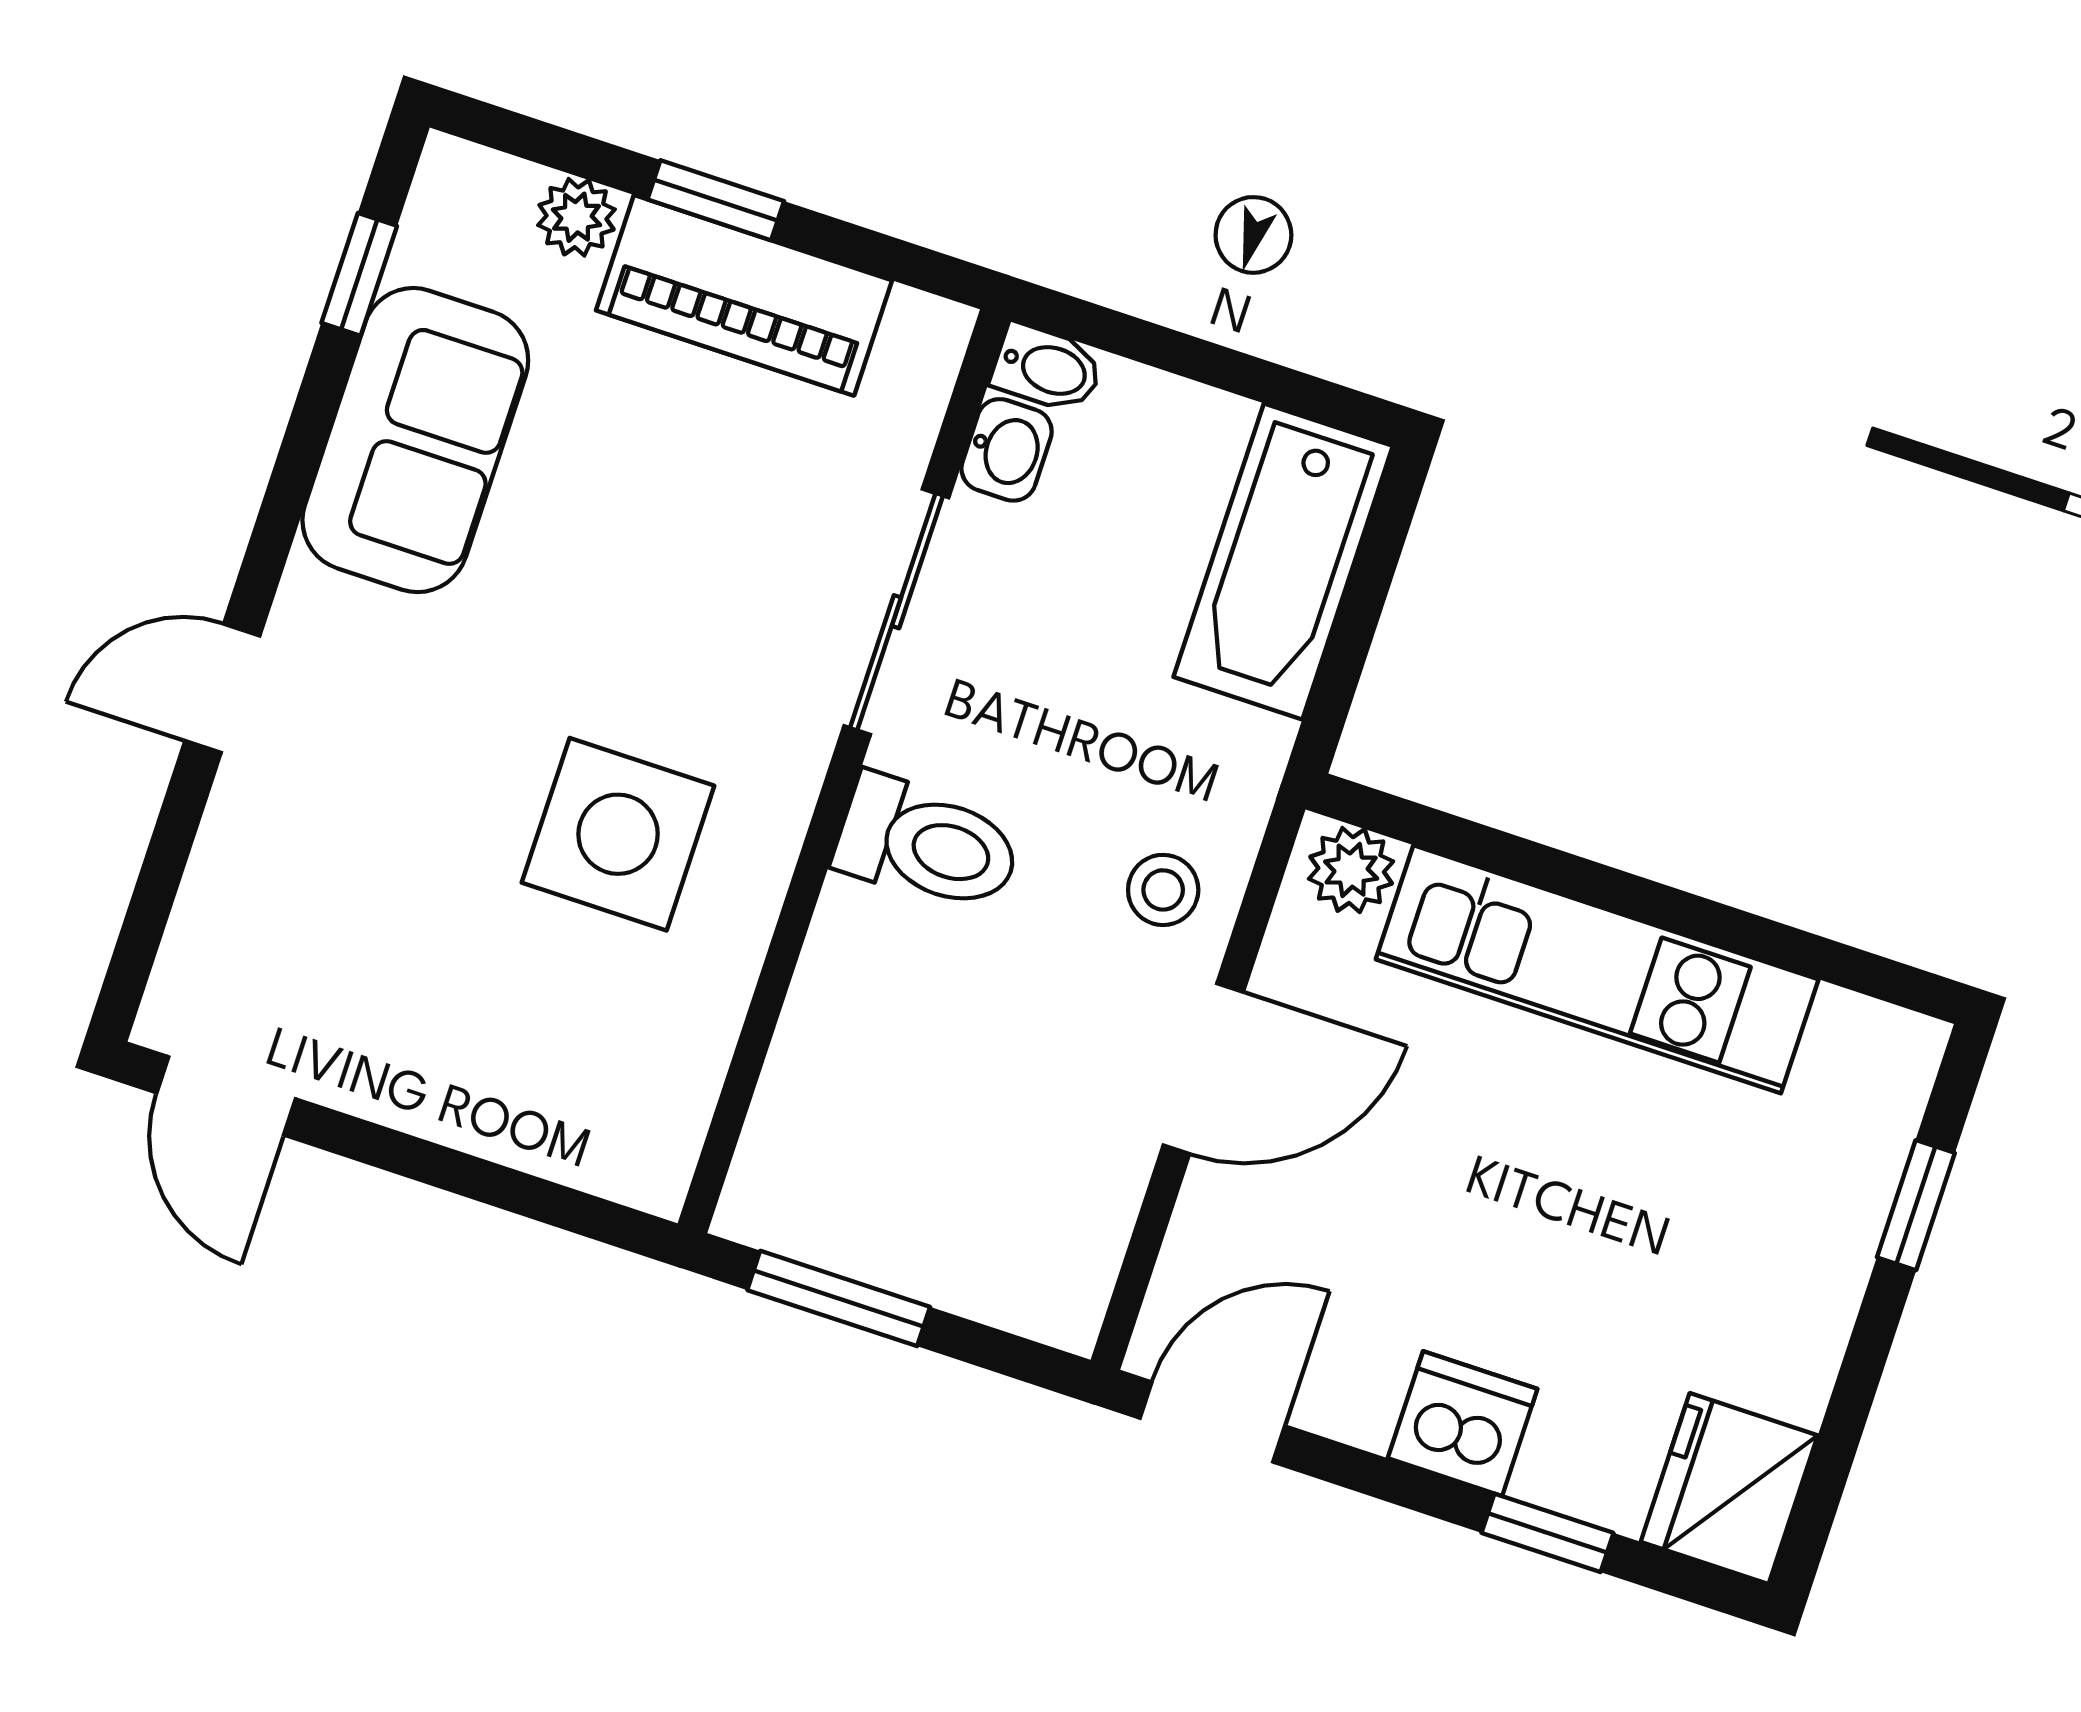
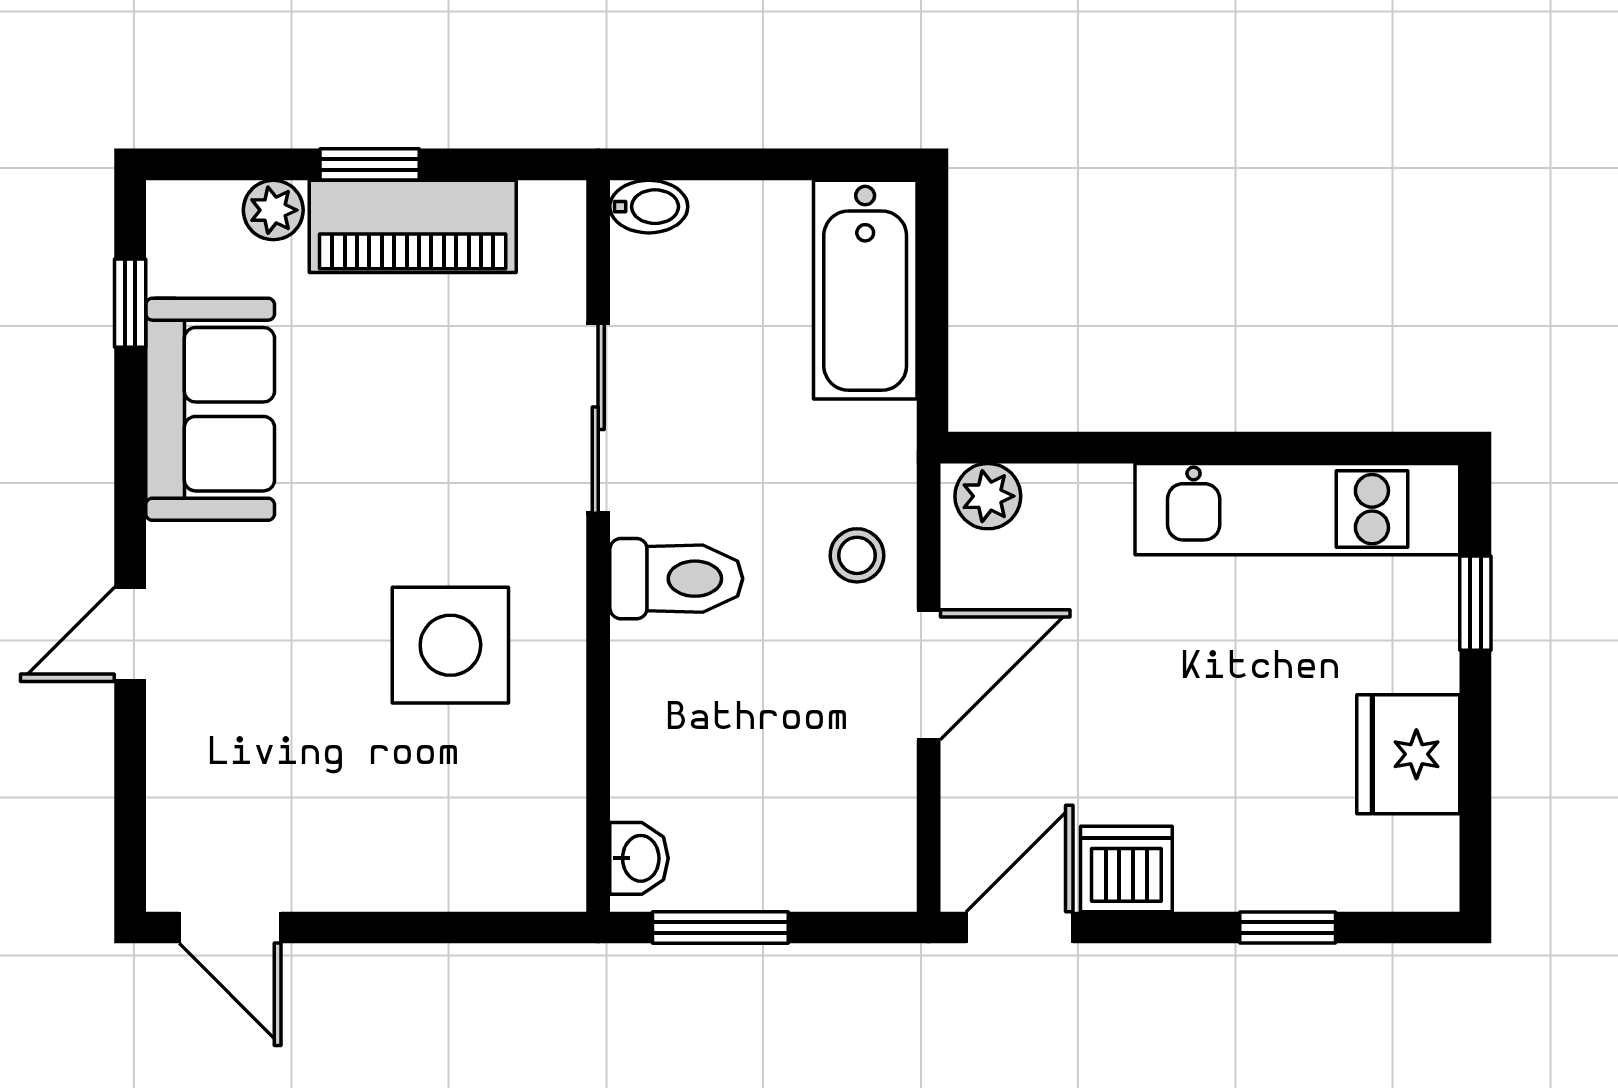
washbasin: (1007, 450) -> (639, 858), moved
kitchen unit: (1597, 969) -> (1297, 509), moved
dishwasher: (1463, 1424) -> (1126, 869), moved
fridge: (1729, 1489) -> (1408, 754), moved

